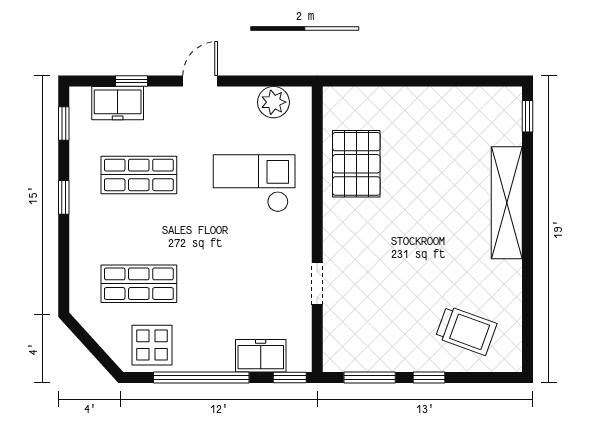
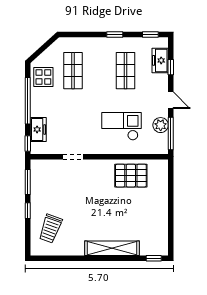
window: (269, 81) -> (171, 134), added
plant: (273, 102) -> (161, 125), moved
checkout: (254, 183) -> (121, 126), turned -90

